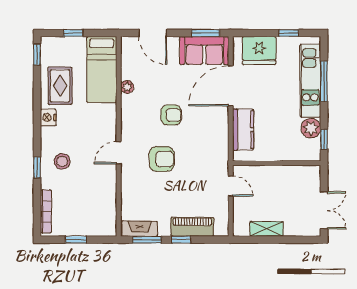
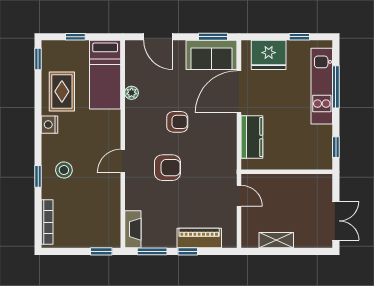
plant: (311, 128) -> (322, 136), removed
fireplace: (140, 229) -> (133, 229), moved, turned 90
window: (76, 240) -> (101, 251), moved

